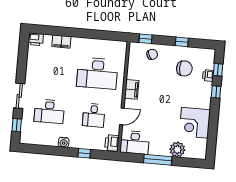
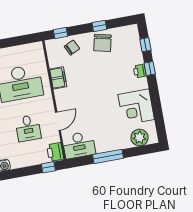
chair: (184, 68) -> (103, 43), moved, turned 103
printer: (208, 76) -> (140, 71), moved
filing cabinet: (132, 89) -> (58, 78), moved
plant: (177, 149) -> (140, 138), moved
window: (84, 153) -> (48, 167), moved

